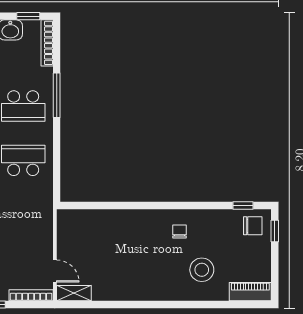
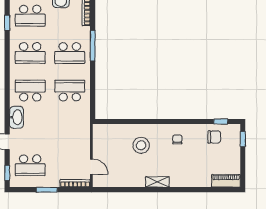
chair: (253, 226) -> (214, 137), moved
stool: (202, 270) -> (141, 145), moved
shelving: (74, 293) -> (157, 182), moved

